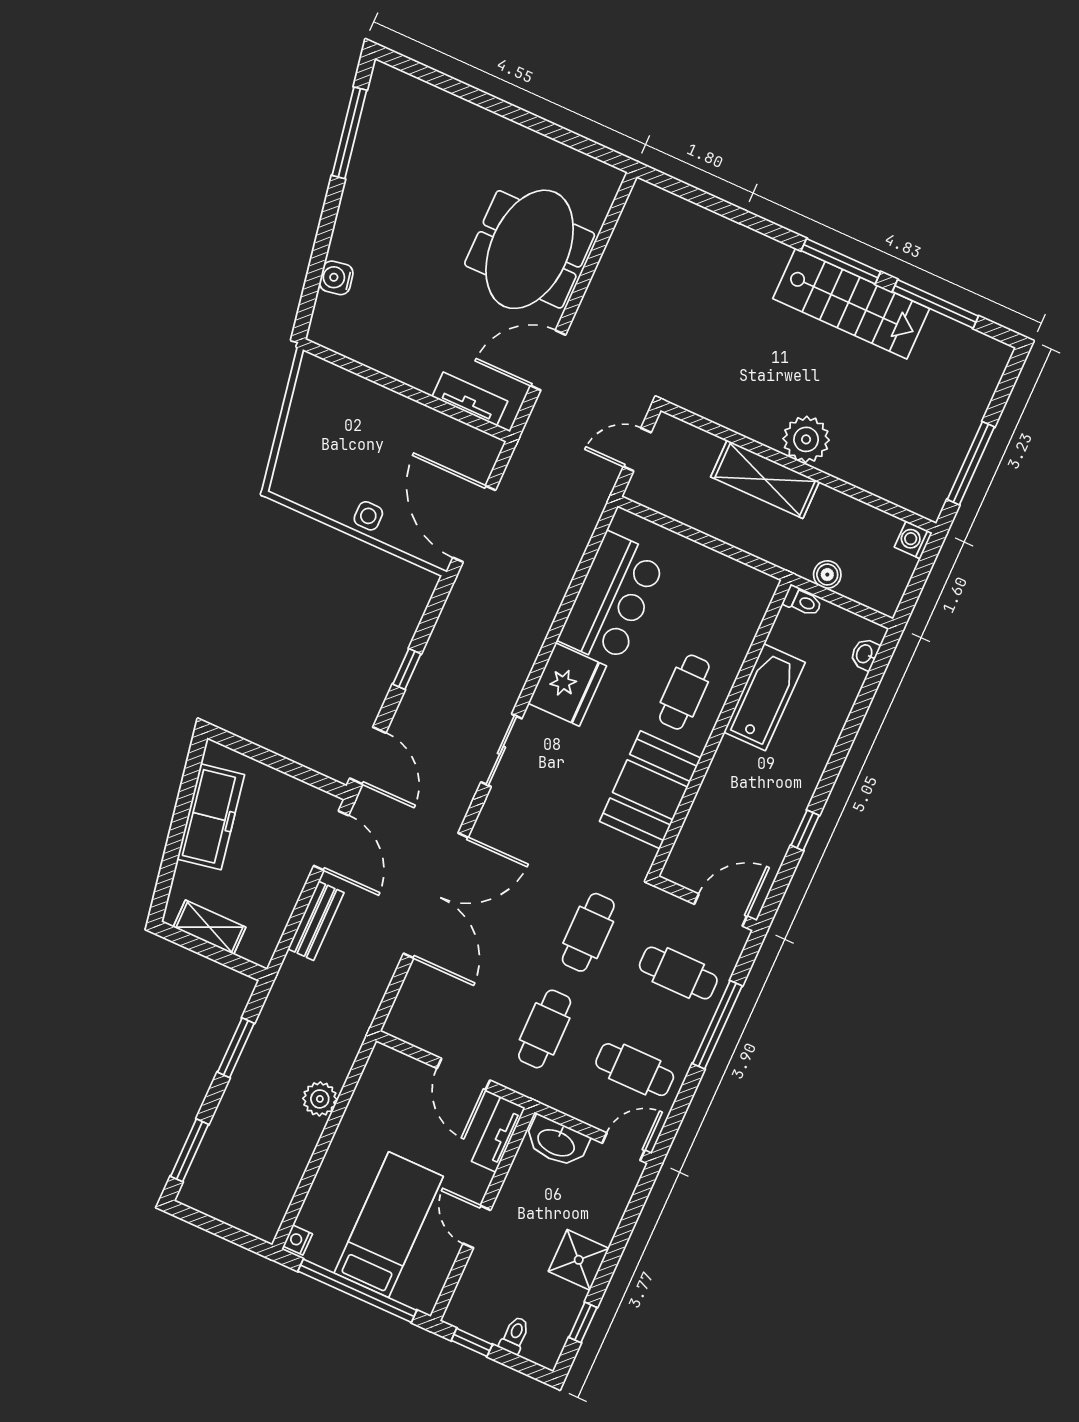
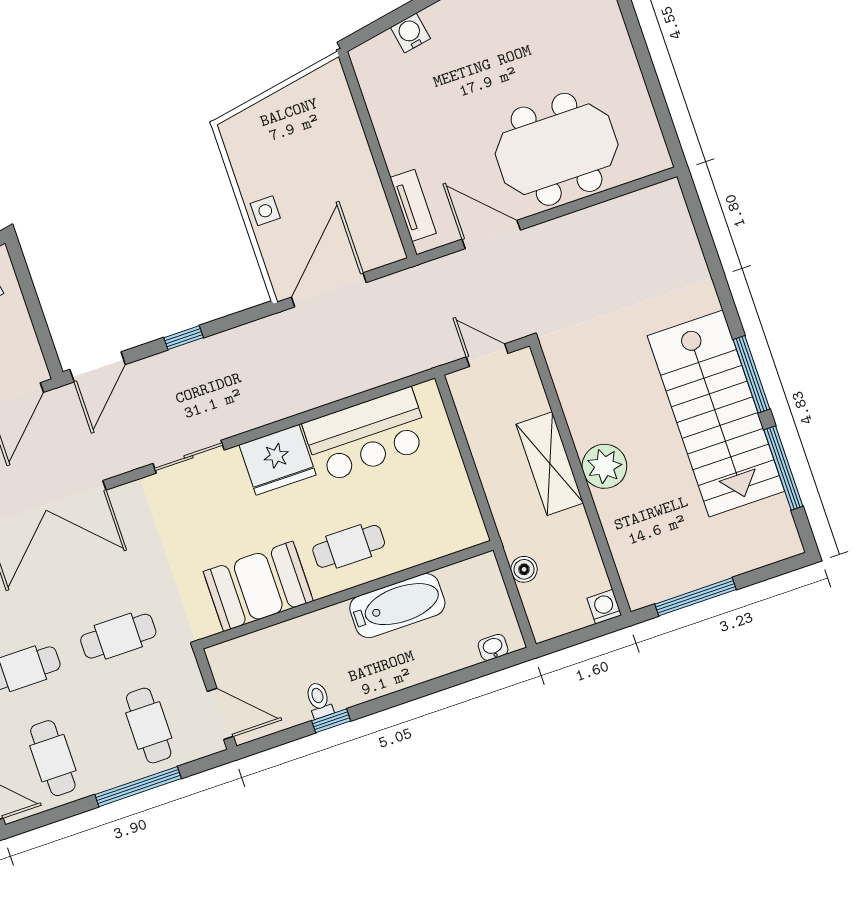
stairs: (851, 304) -> (716, 413), width x1.36, depth x1.51
toilet: (802, 601) -> (319, 700), moved, turned 180

